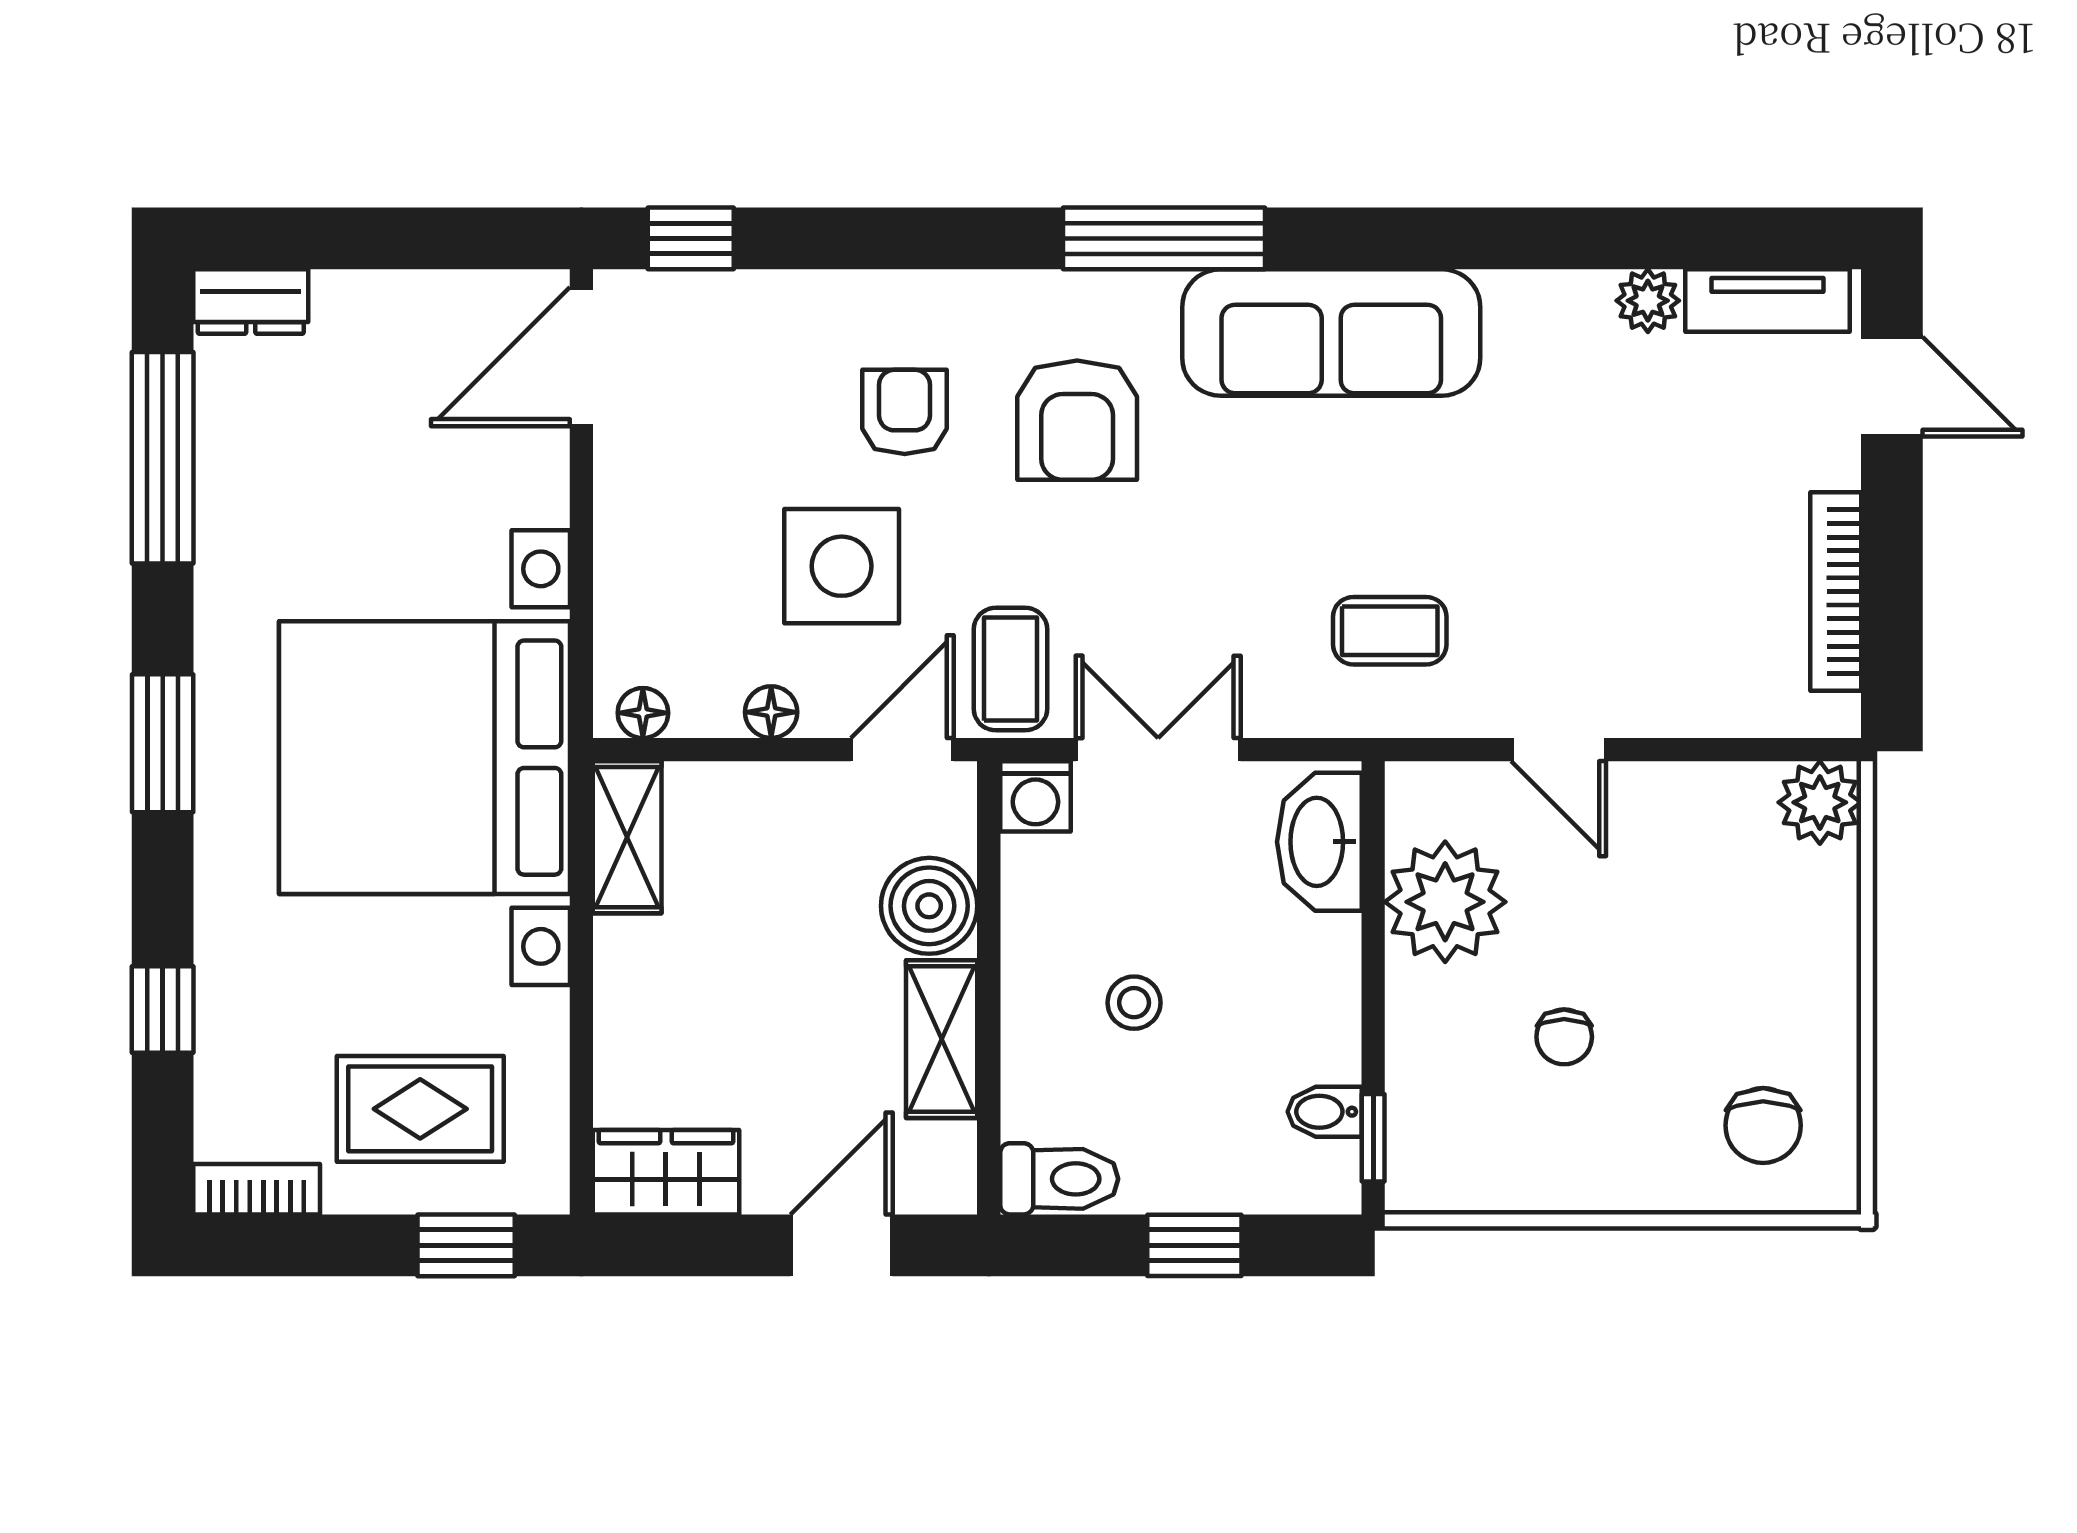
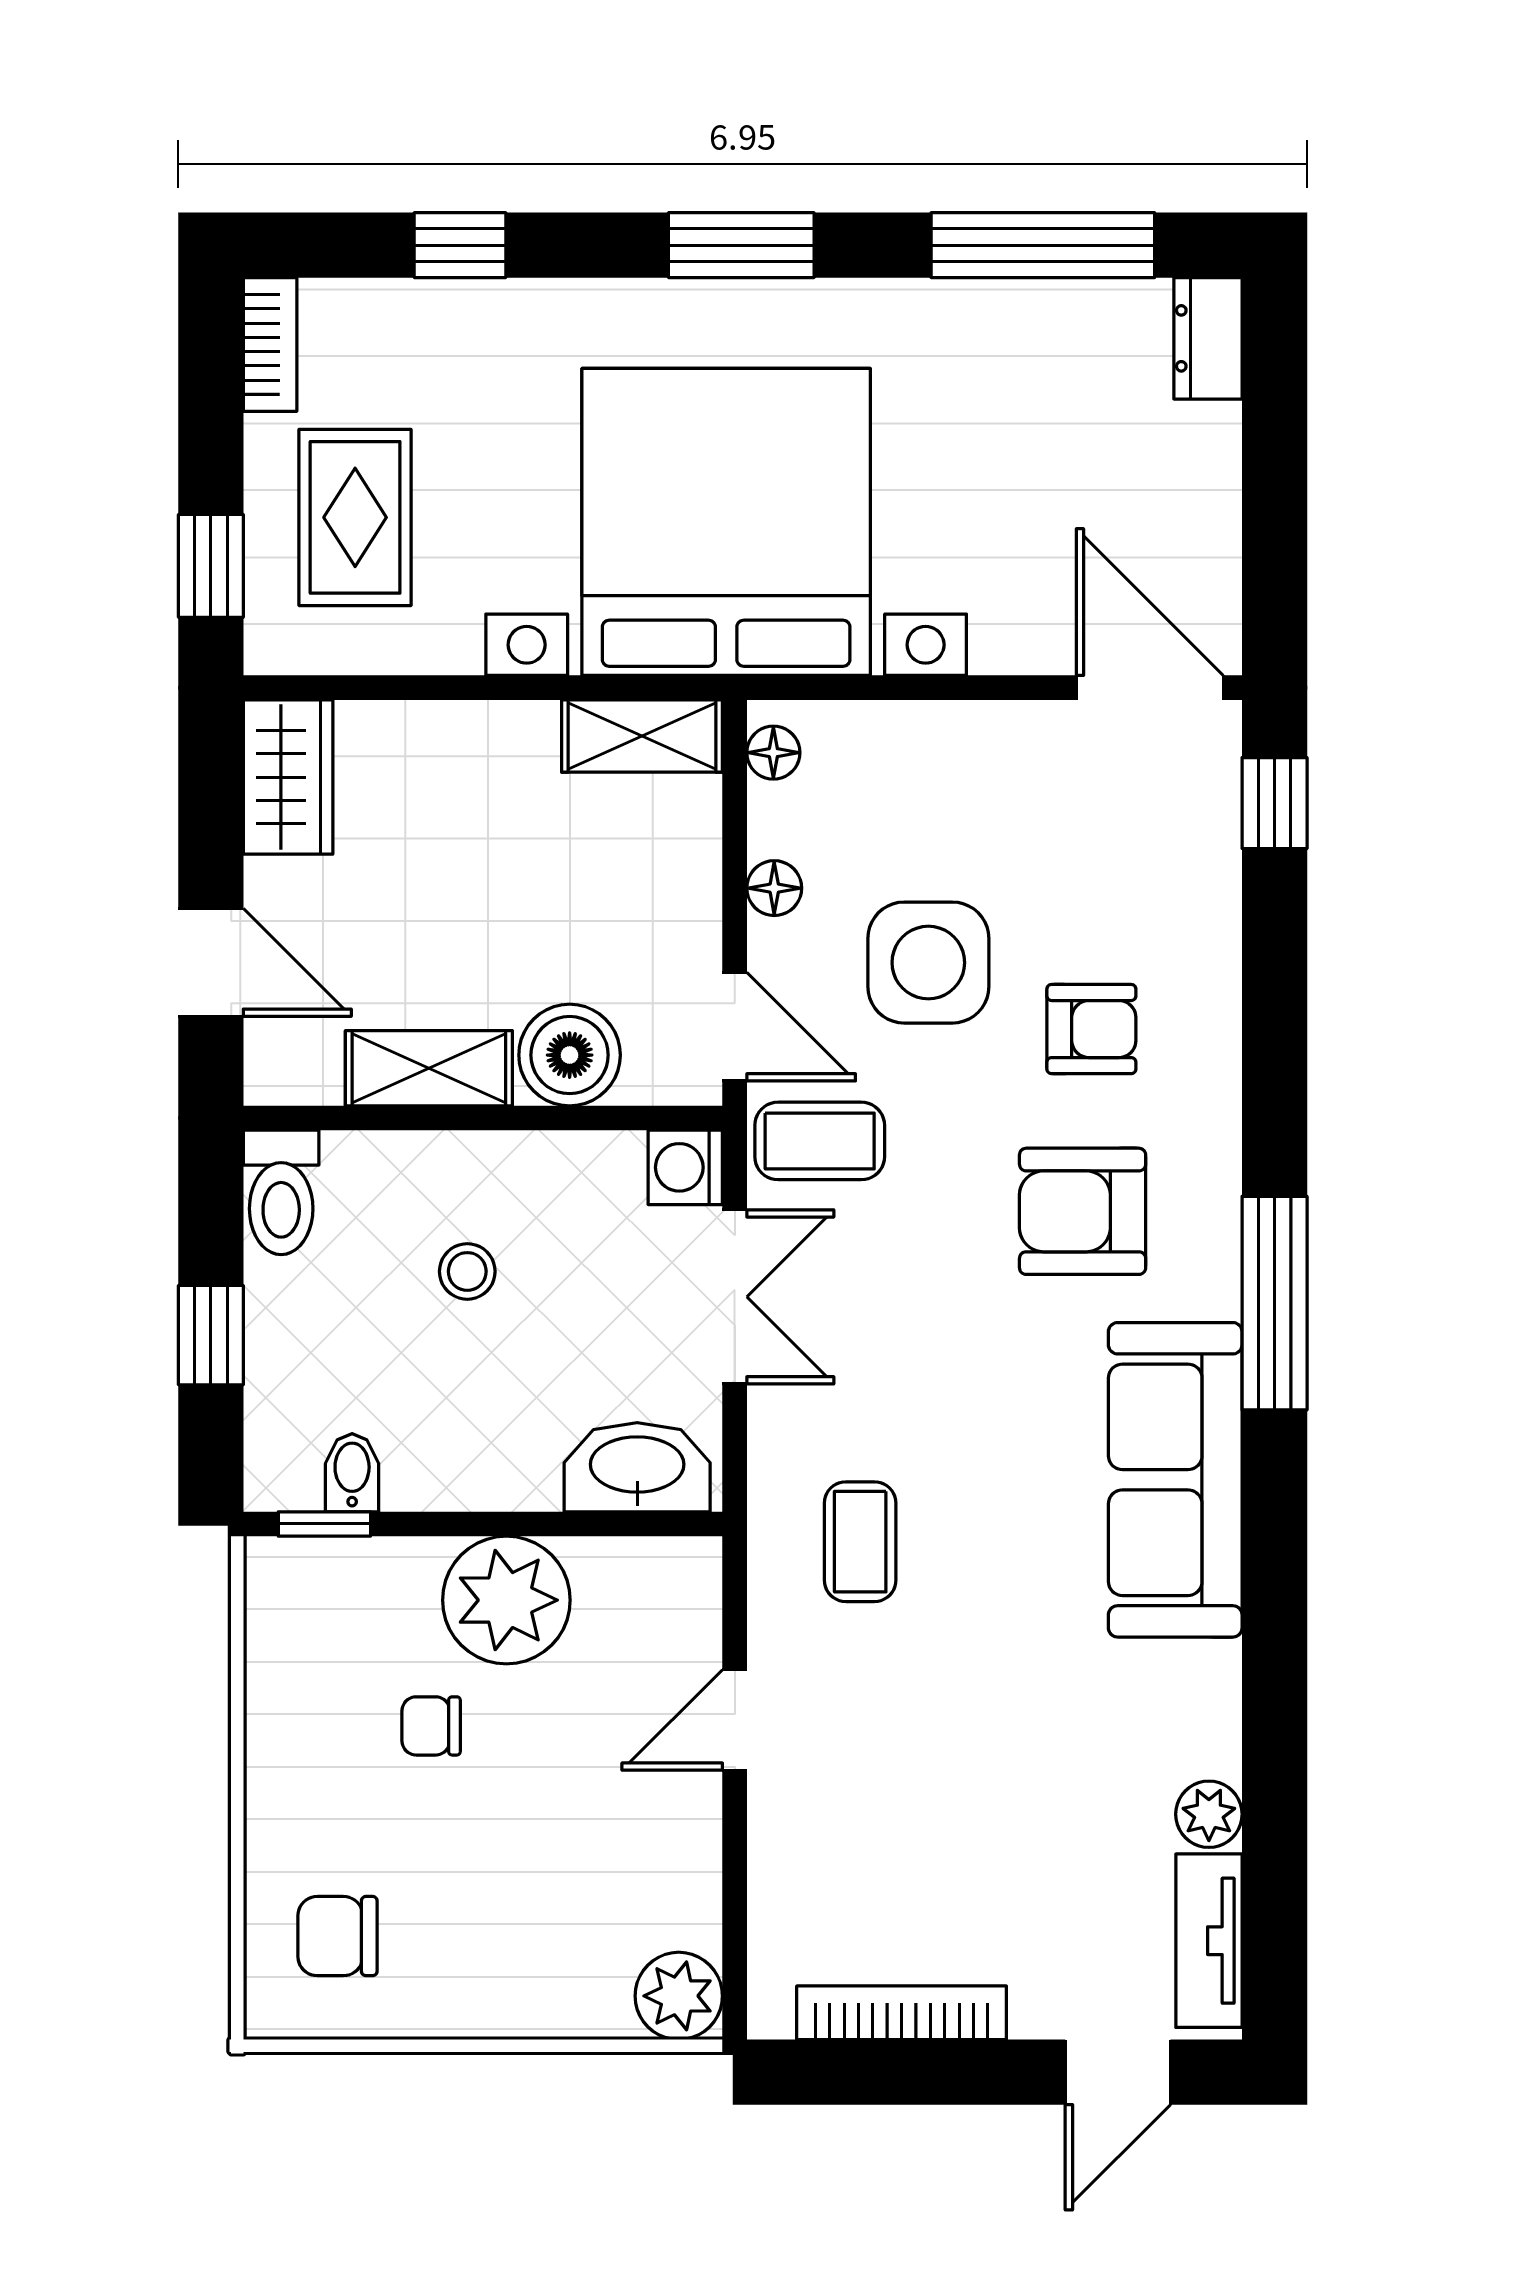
plant: (1445, 902) -> (506, 1600), moved

